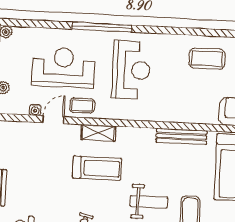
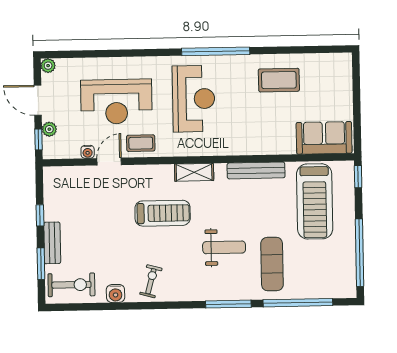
window: (102, 27) -> (216, 51), moved
reception desk: (63, 68) -> (116, 102), turned 180
shelving: (98, 133) -> (194, 172), moved

